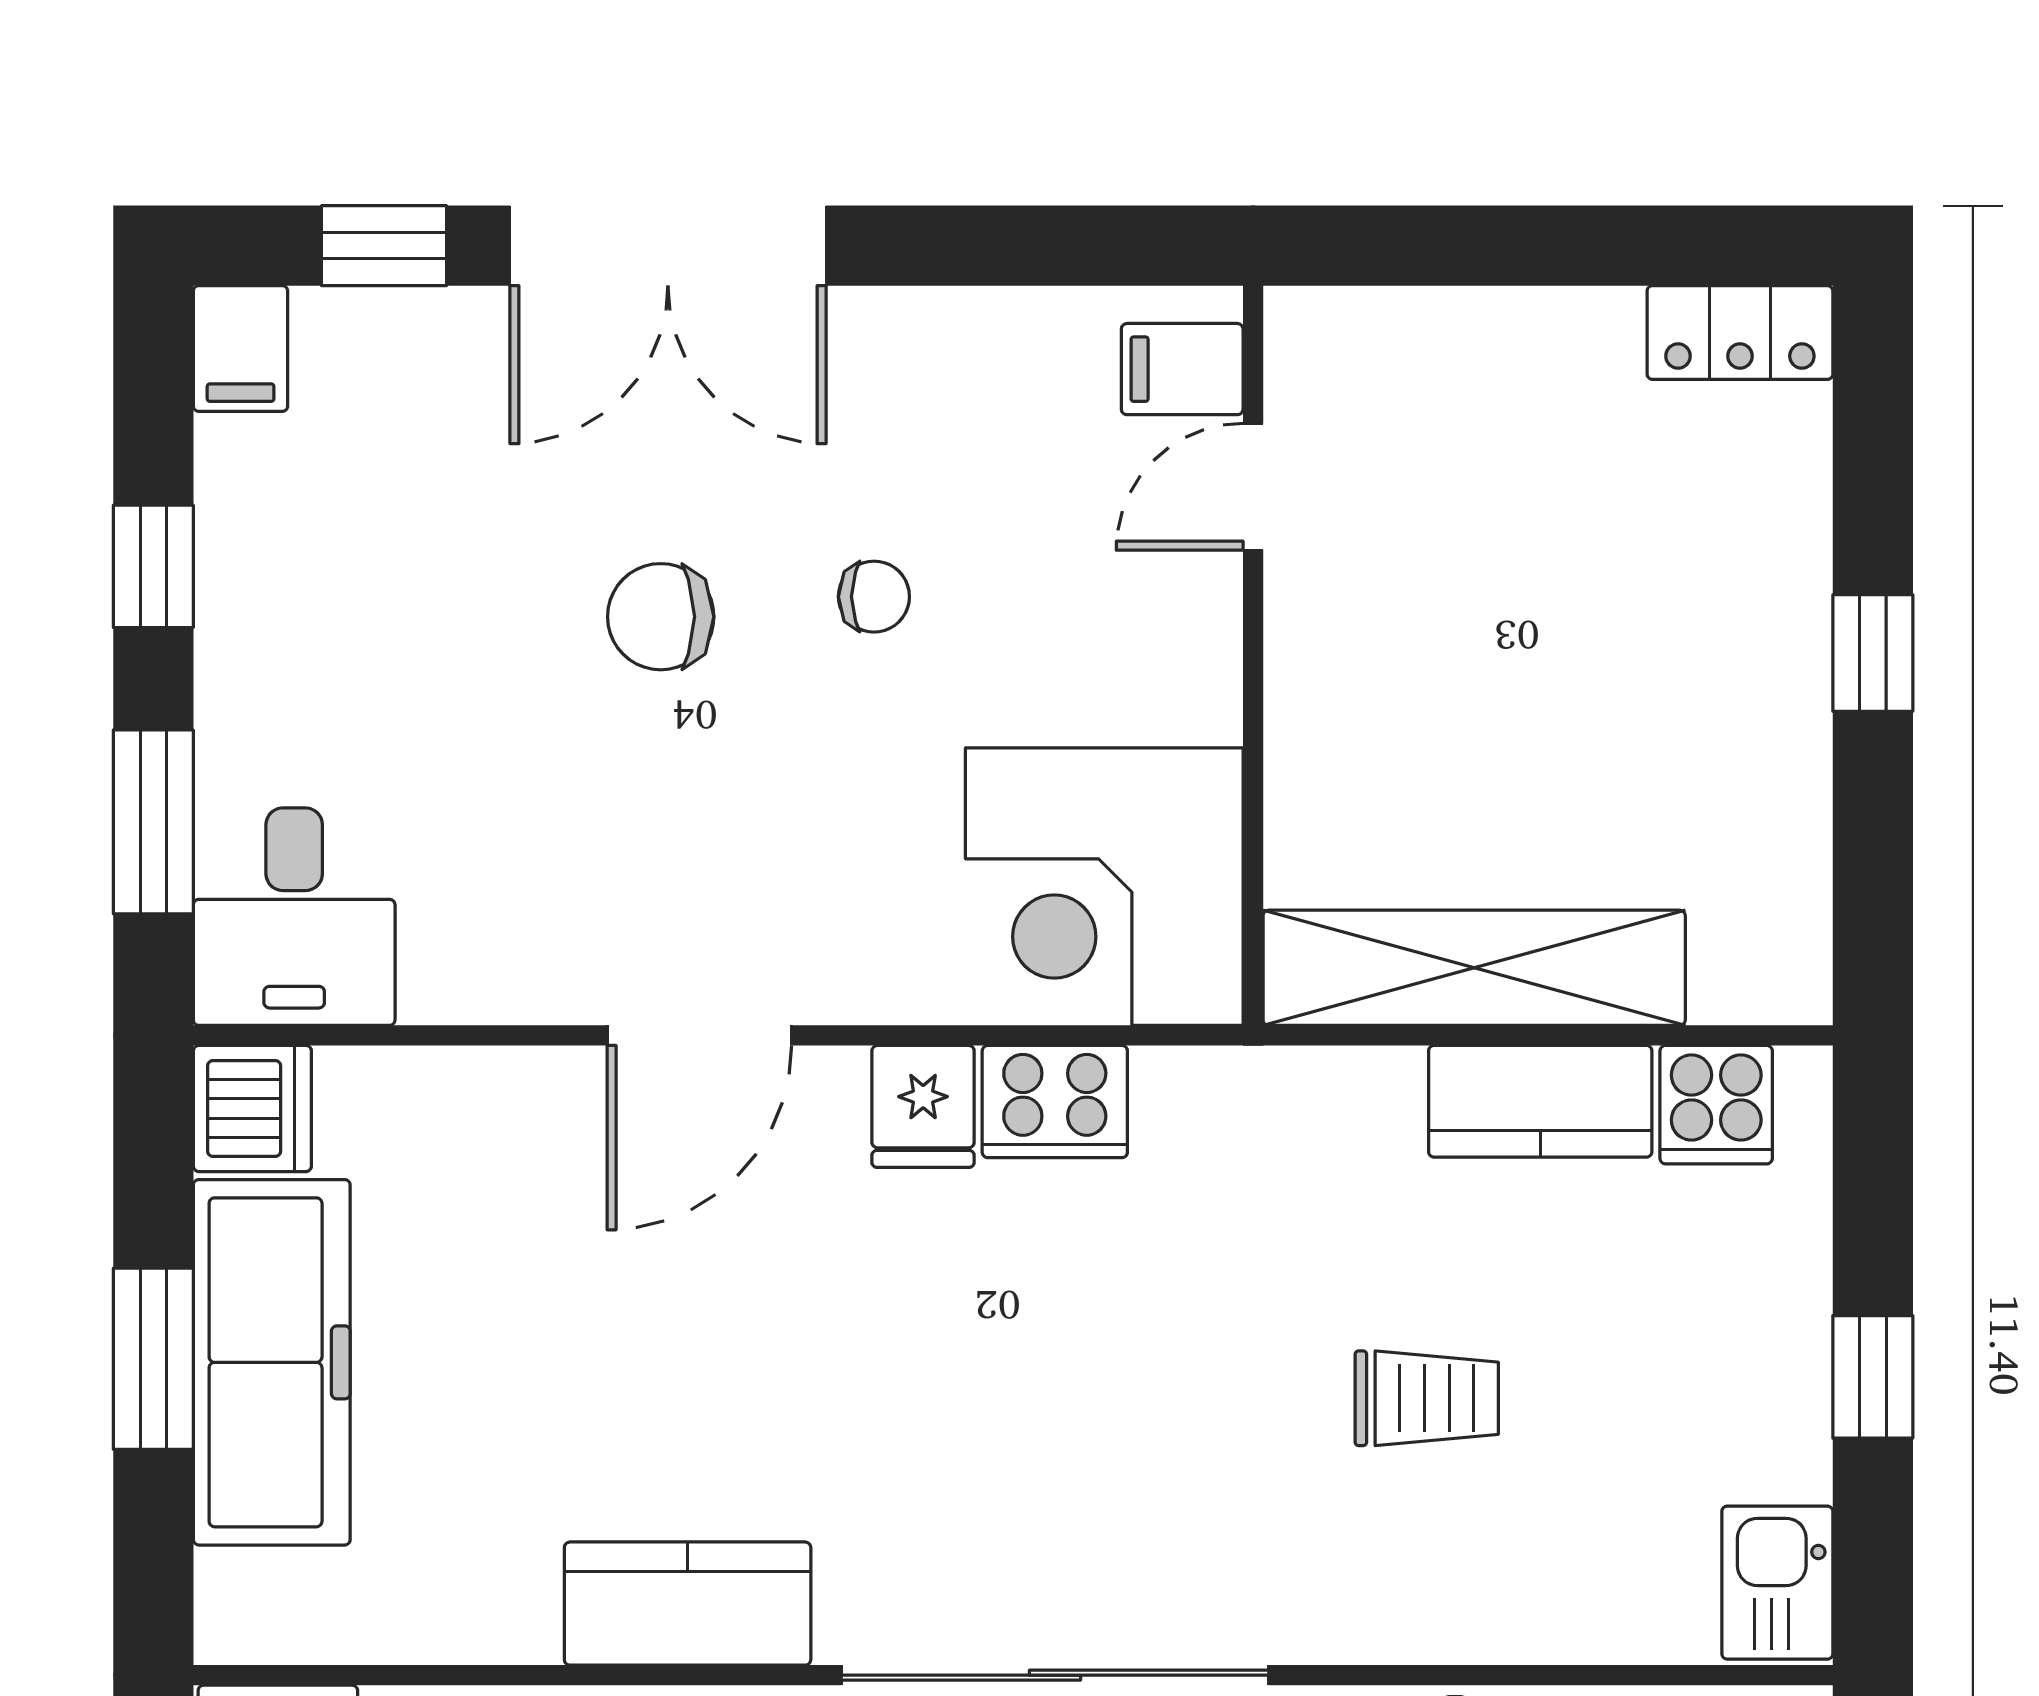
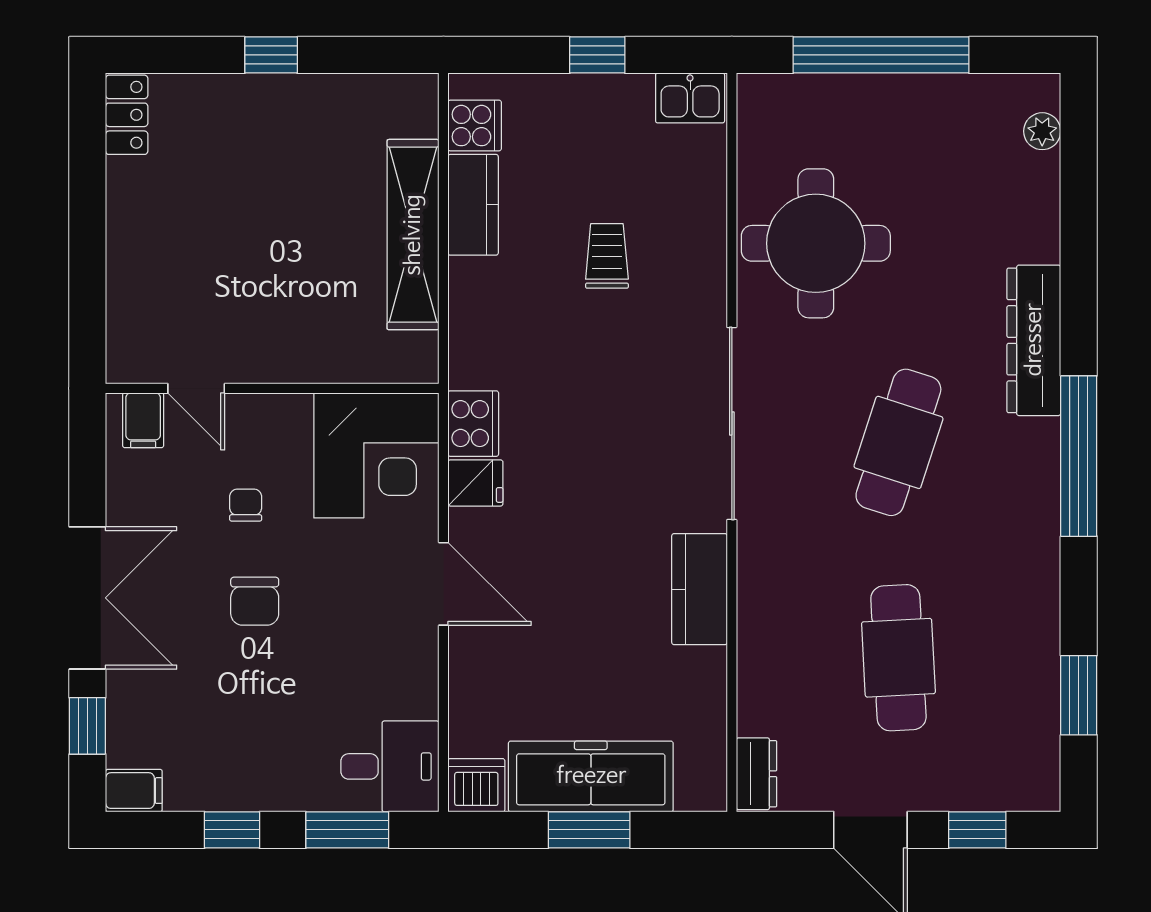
filing cabinet: (1182, 369) -> (143, 420), moved
door: (1253, 487) -> (196, 388), moved
wall: (1253, 656) -> (272, 388), moved
corner desk: (1104, 887) -> (376, 455), moved

